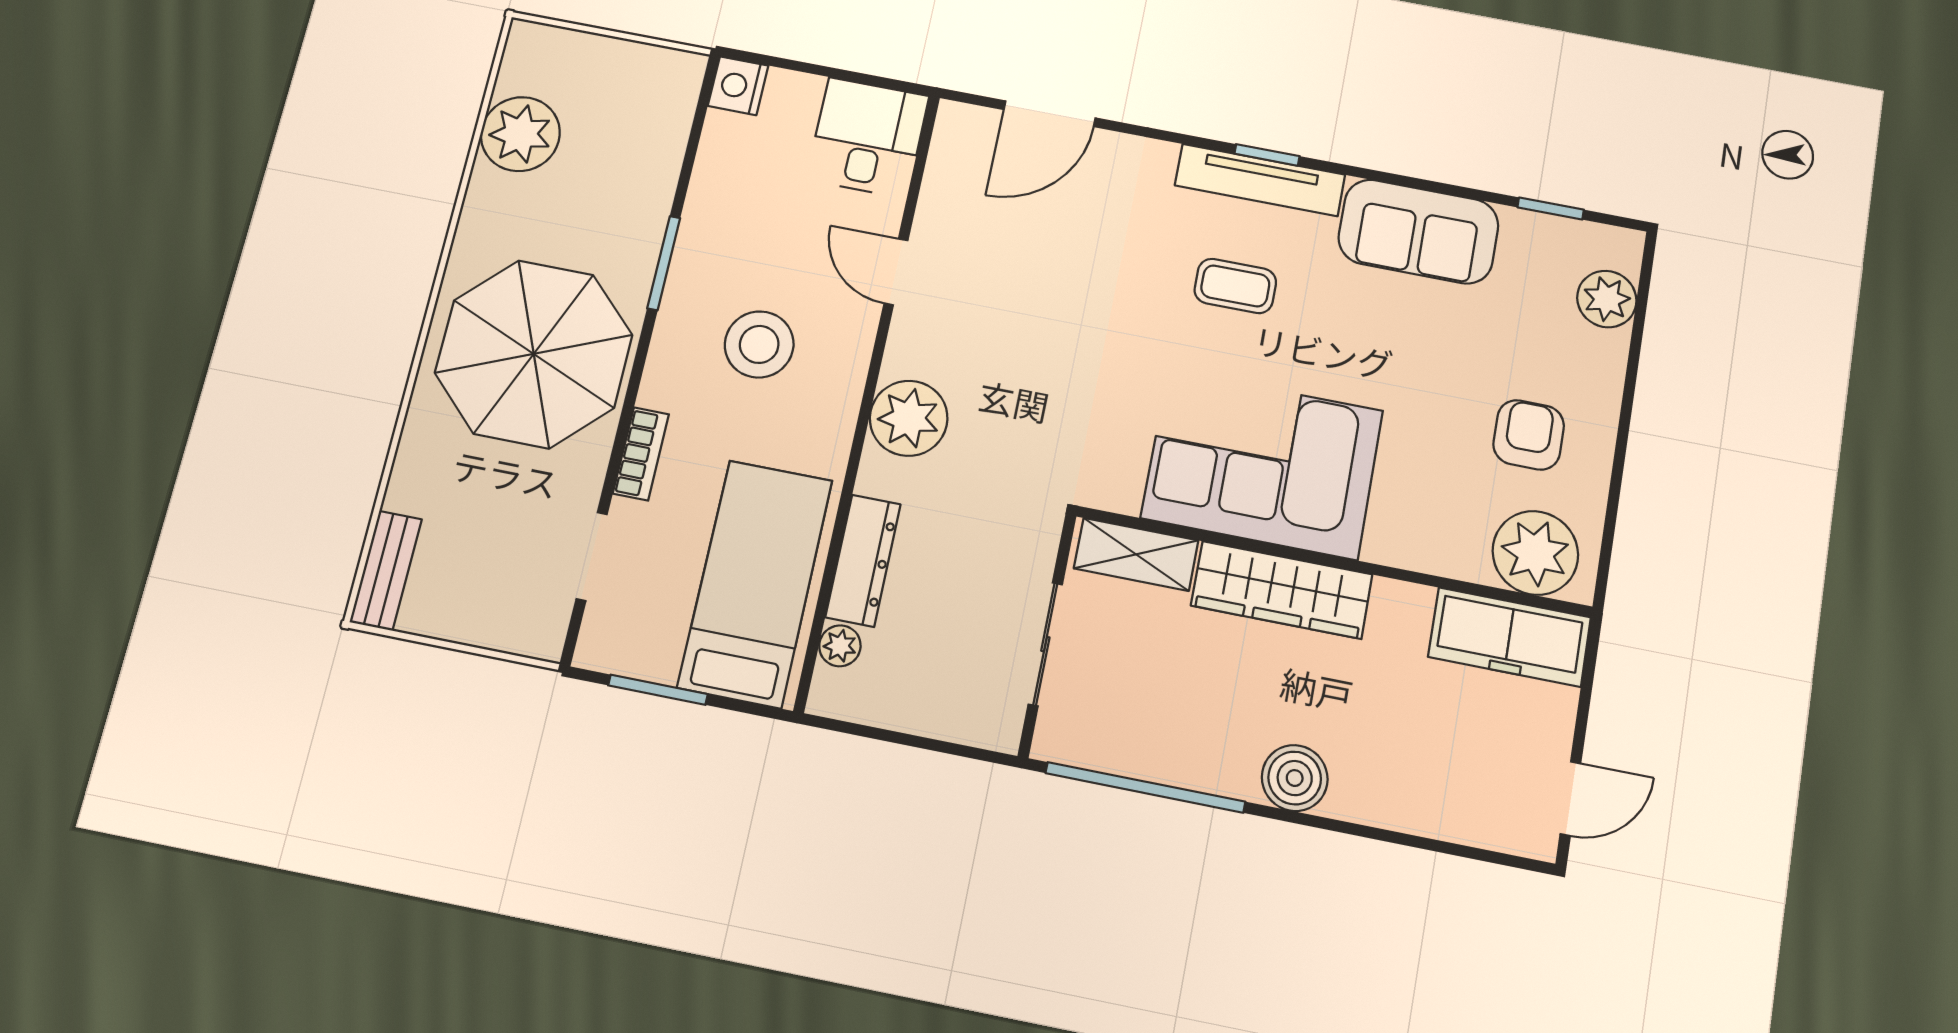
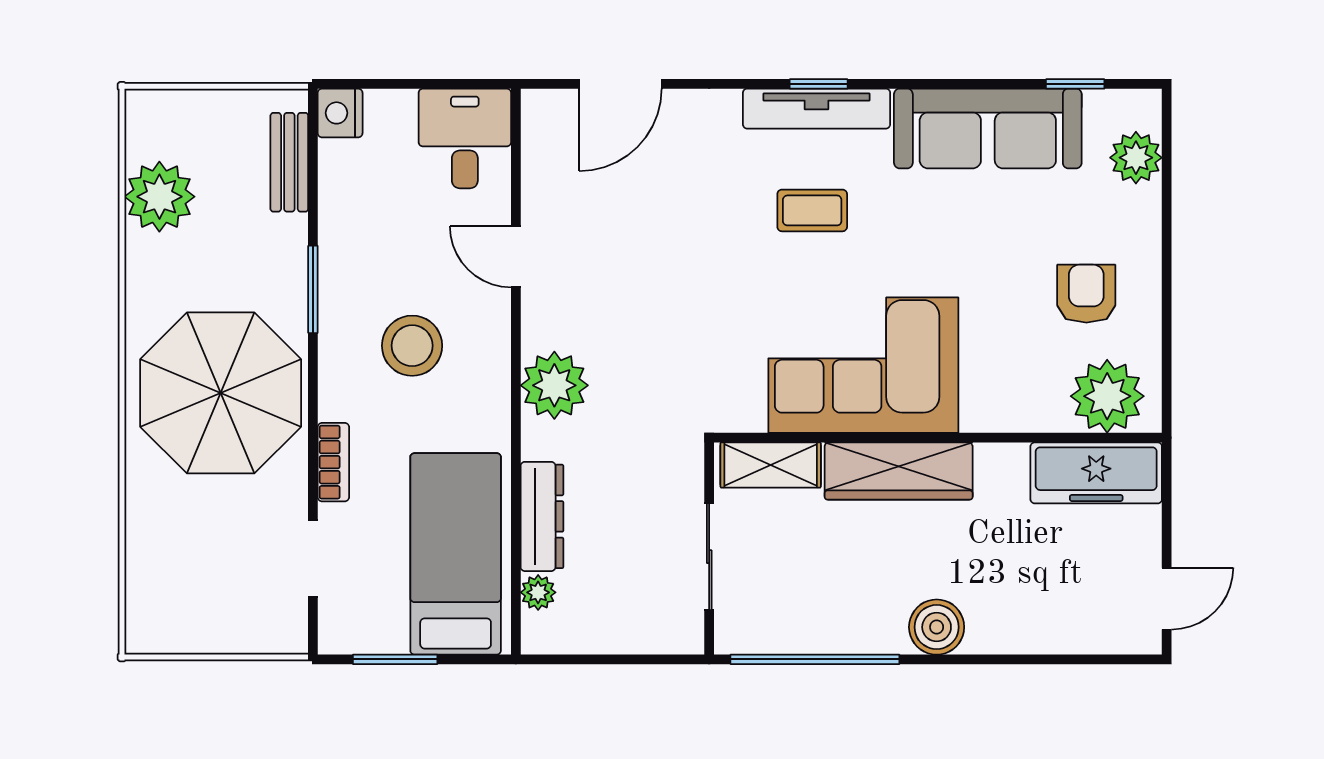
sofa: (1418, 232) -> (988, 128), width x1.36
bench: (386, 571) -> (289, 162), moved

